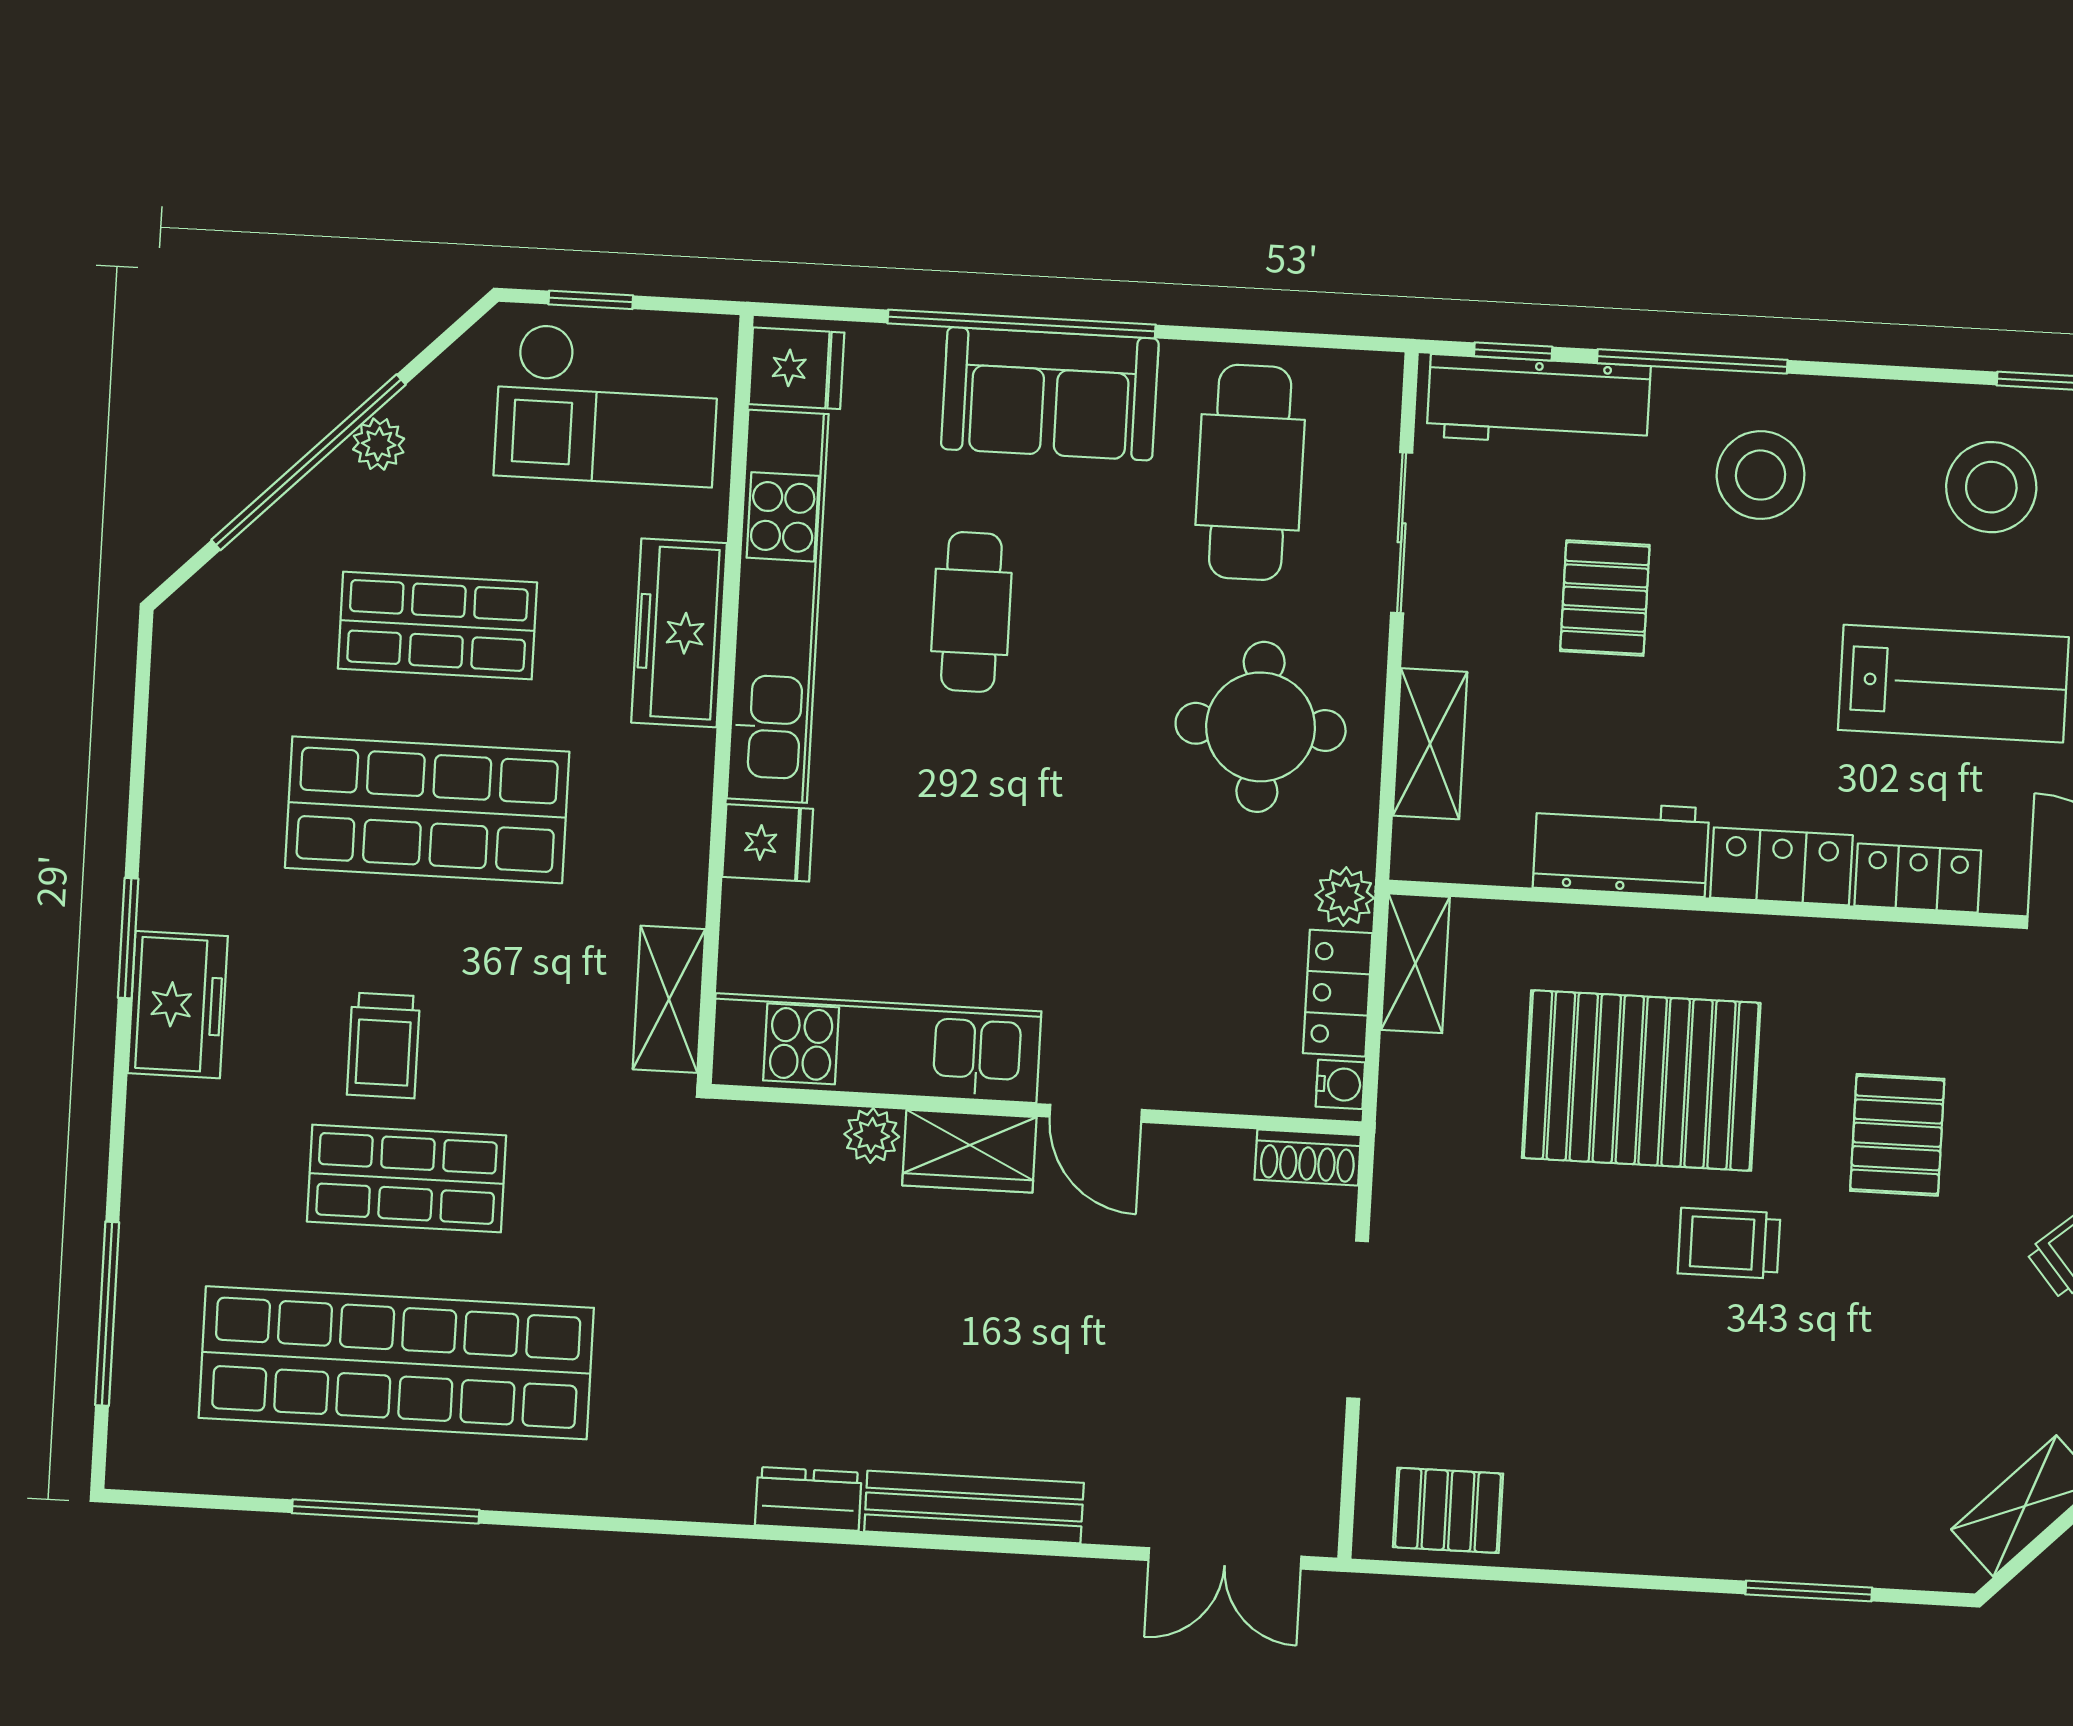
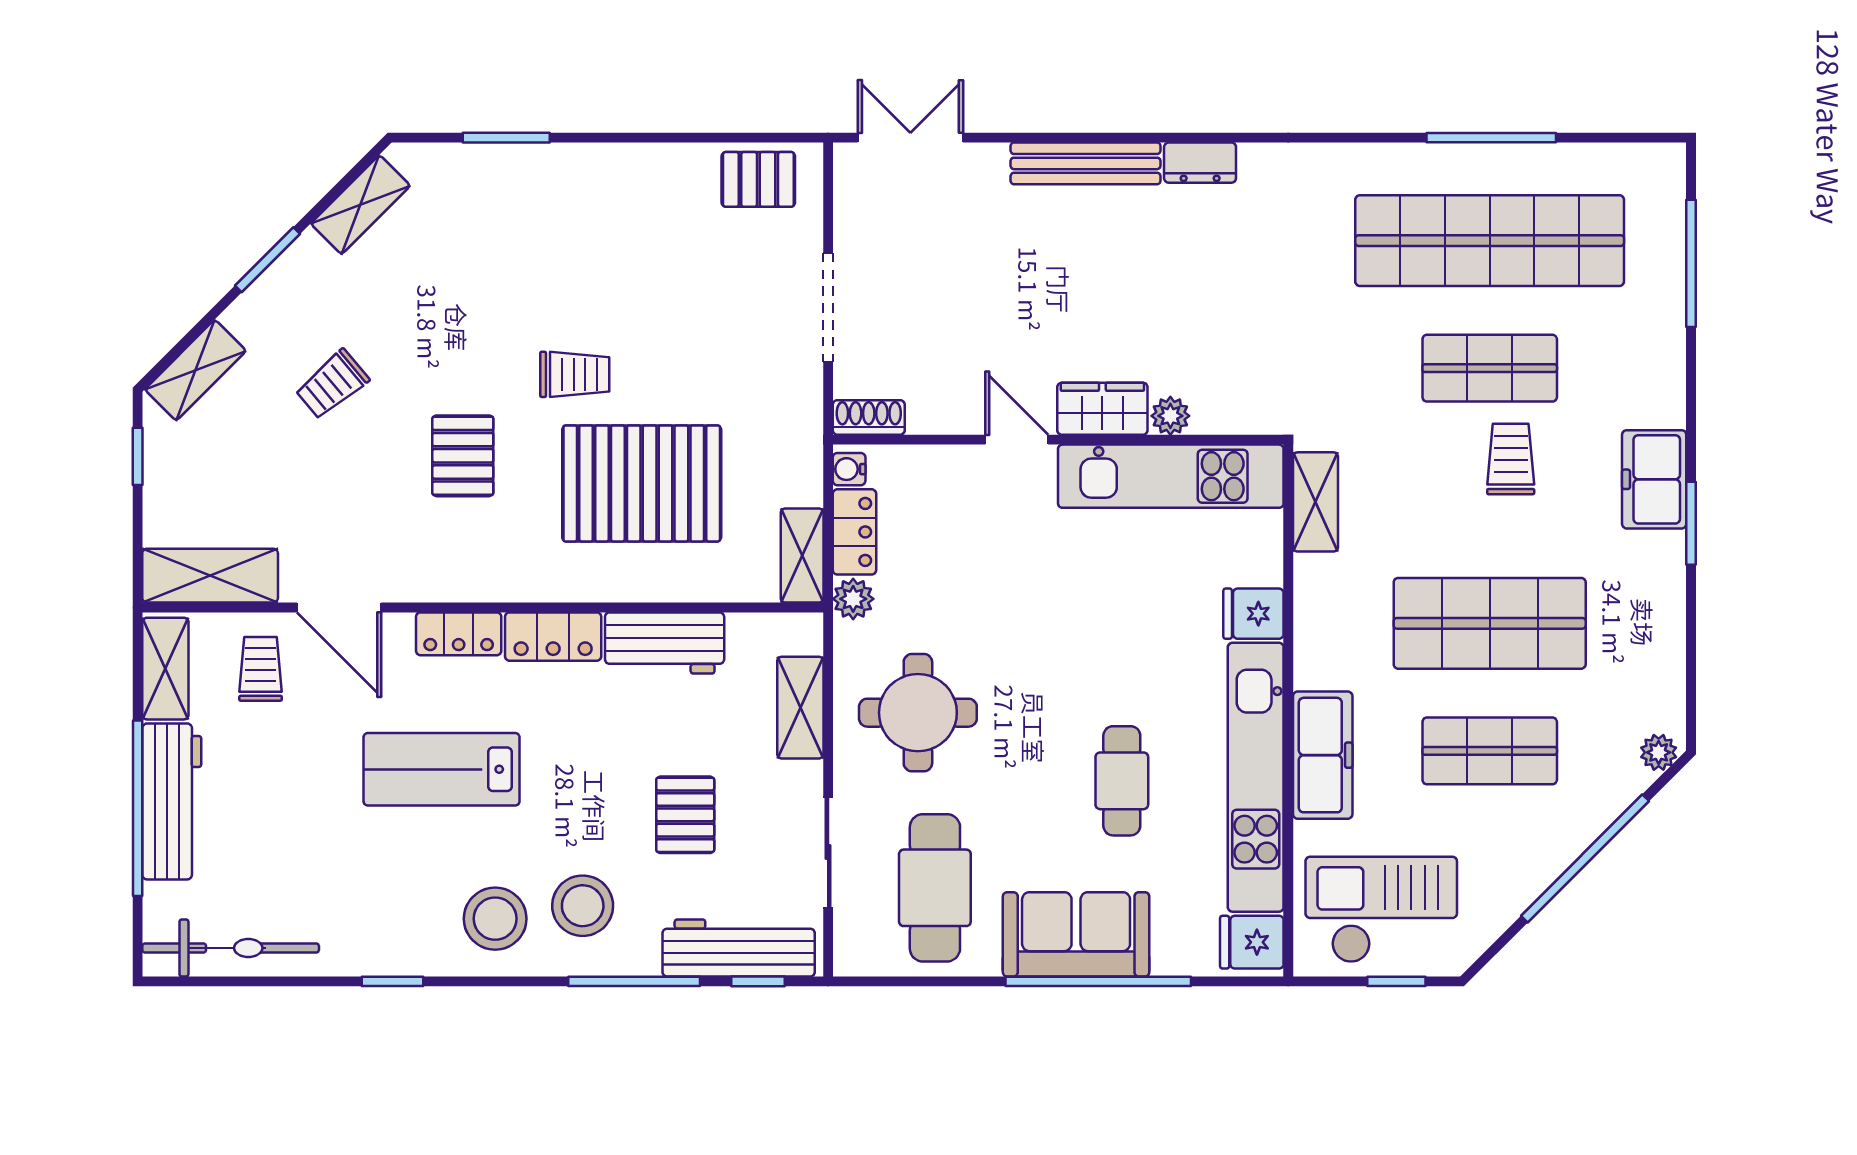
plant: (379, 444) -> (1659, 752), moved
stool: (1991, 487) -> (495, 919), moved

